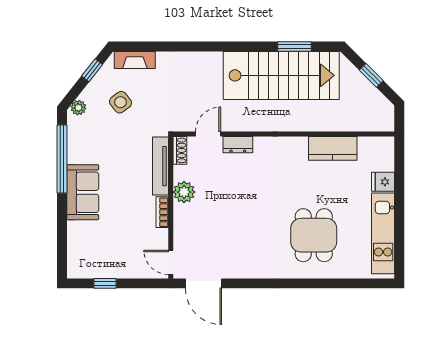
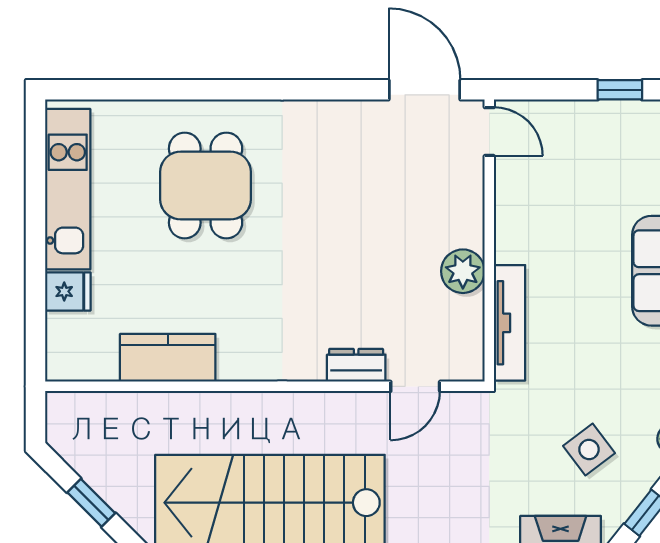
shoe rack: (180, 150) -> (471, 354), removed
bookcase: (162, 212) -> (506, 231), removed

